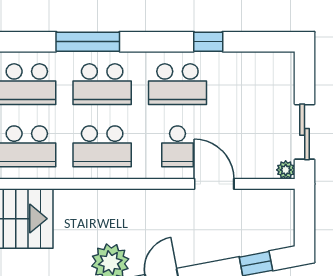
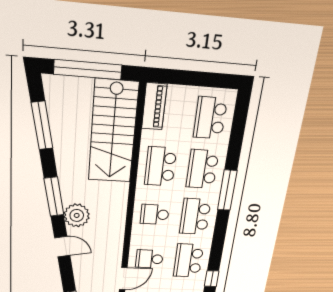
window: (88, 42) -> (227, 190), moved
school desk: (102, 146) -> (155, 214), width x0.54

